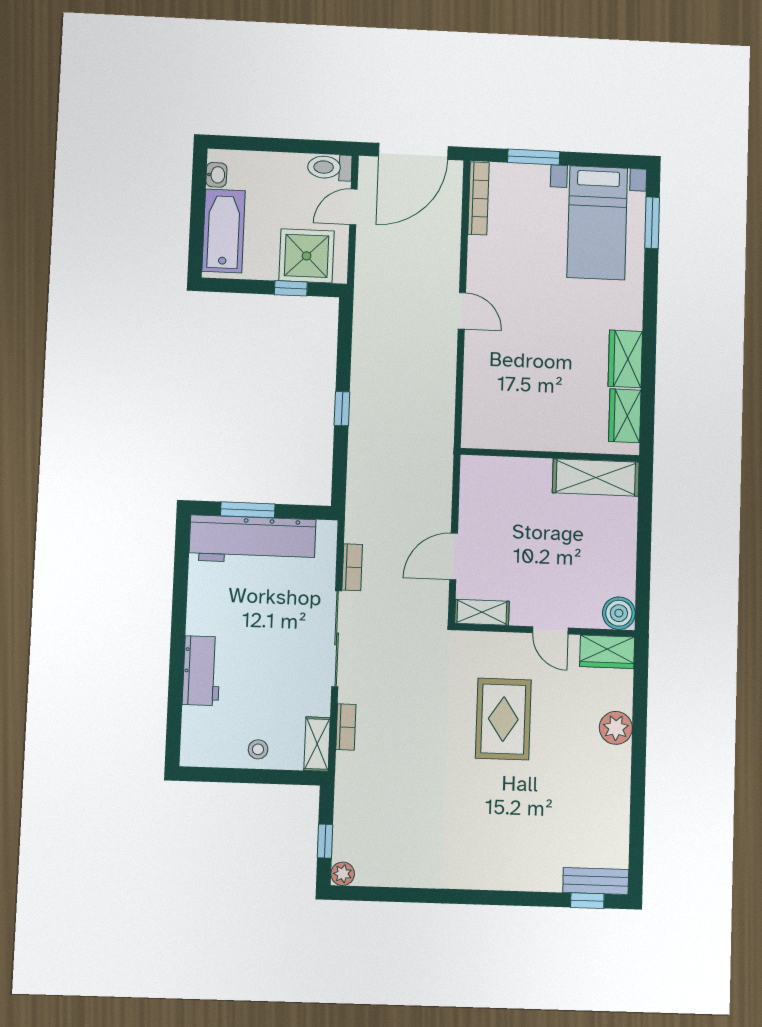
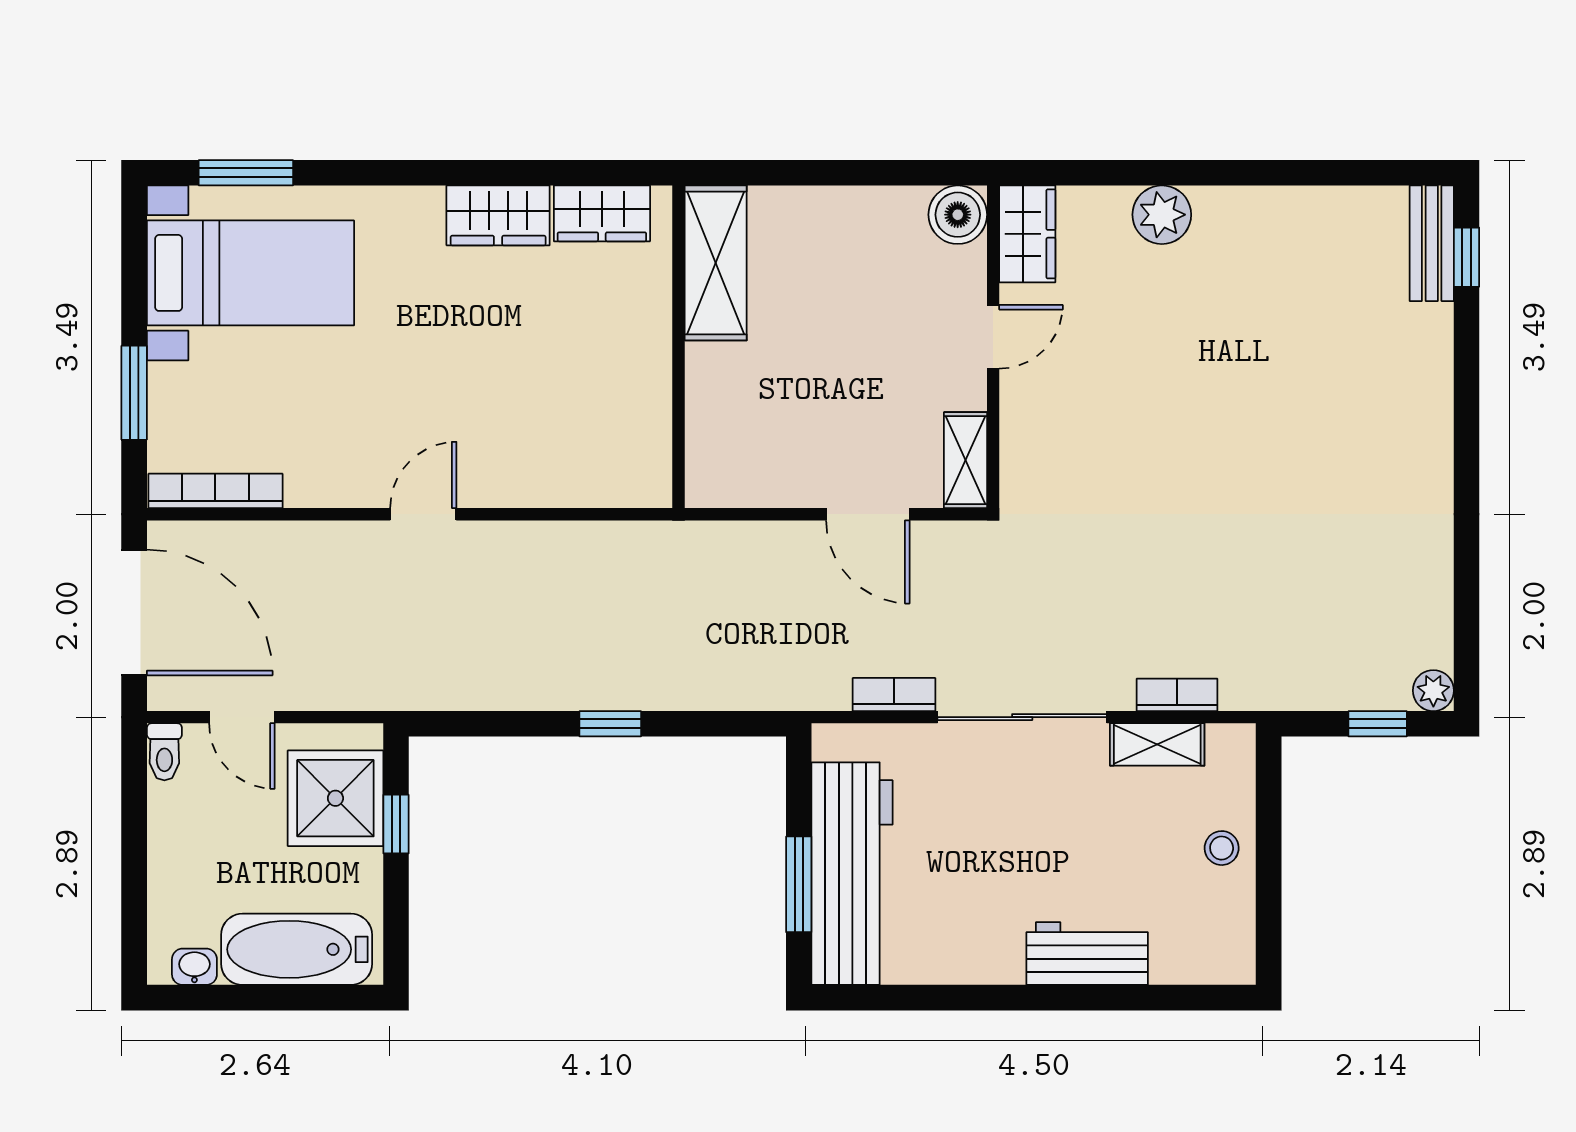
toilet: (330, 167) -> (164, 752), width x0.73, depth x0.72
rug: (503, 719) -> (1153, 416), removed
shelving: (317, 744) -> (1157, 744), moved

